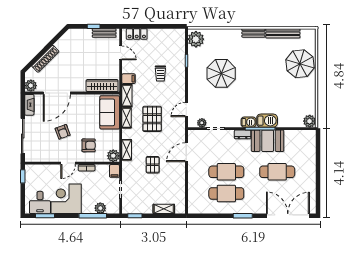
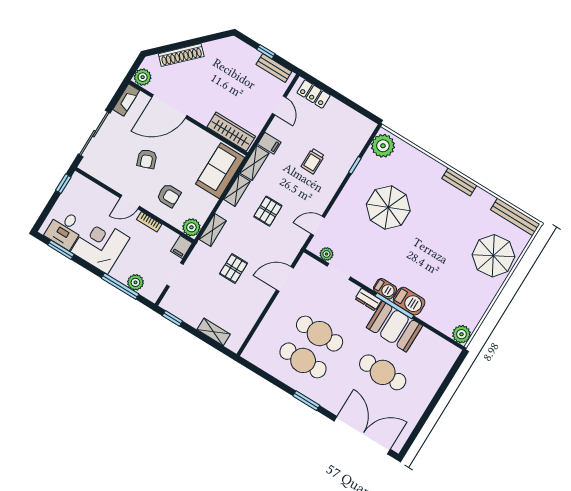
bench: (283, 33) -> (515, 217), moved
pallet: (152, 119) -> (268, 211), width x0.67, depth x0.71

